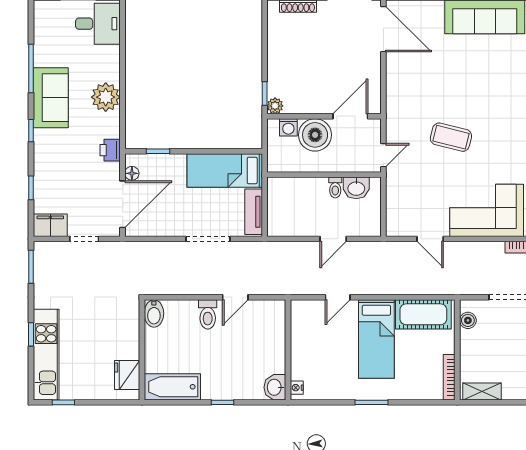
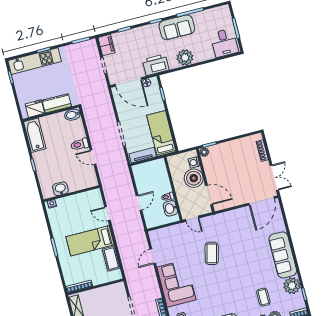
printer: (110, 150) -> (156, 65), width x1.87, depth x1.48
door: (333, 239) -> (139, 203), swing flipped
cot: (423, 314) -> (111, 259), width x0.73, depth x0.75
boiler: (468, 320) -> (113, 289), removed
kitchen counter: (128, 335) -> (57, 103), added
washbasin: (275, 387) -> (60, 189), moved

